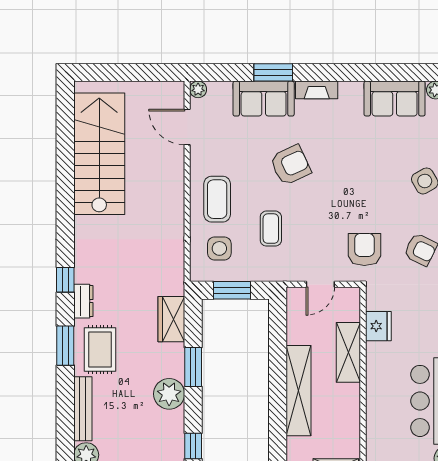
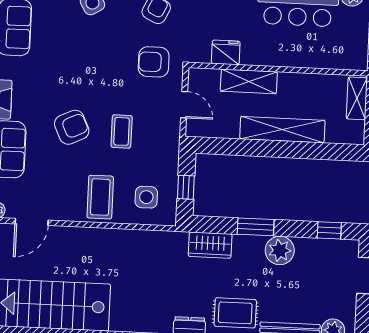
armchair: (290, 165) -> (72, 127), turned 90
coffee table: (217, 199) -> (100, 197), turned 90
coffee table: (271, 229) -> (122, 131), moved, turned 90
window: (232, 290) -> (186, 187), width x0.67

